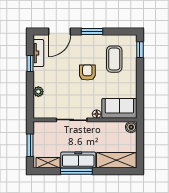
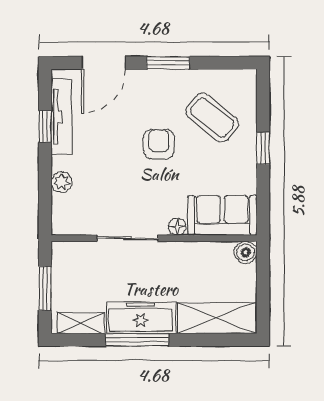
window: (140, 50) -> (263, 148), moved
tv unit: (38, 53) -> (62, 117), width x1.41
coffee table: (114, 59) -> (212, 117), turned -51

